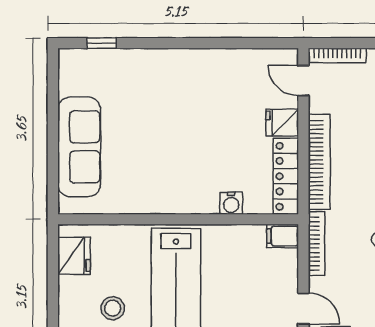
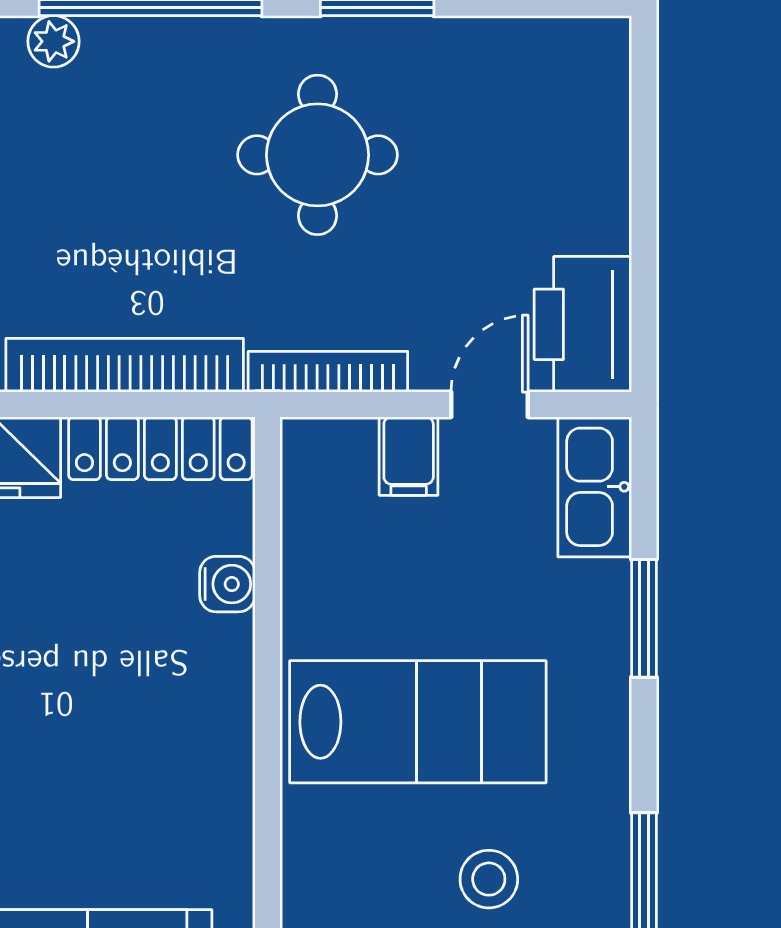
filing cabinet: (283, 236) -> (409, 456), moved

